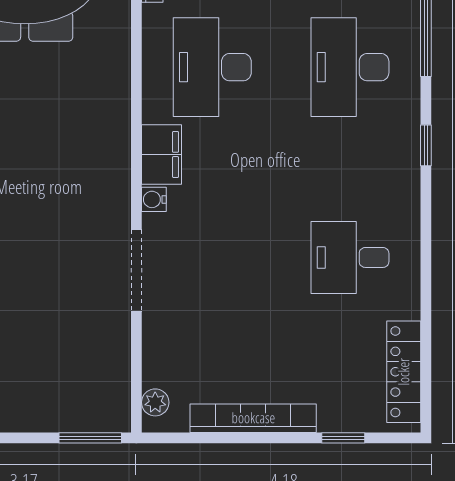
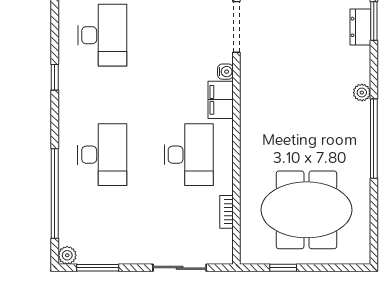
window: (426, 145) -> (55, 77), moved
desk: (350, 257) -> (102, 35), width x1.37

